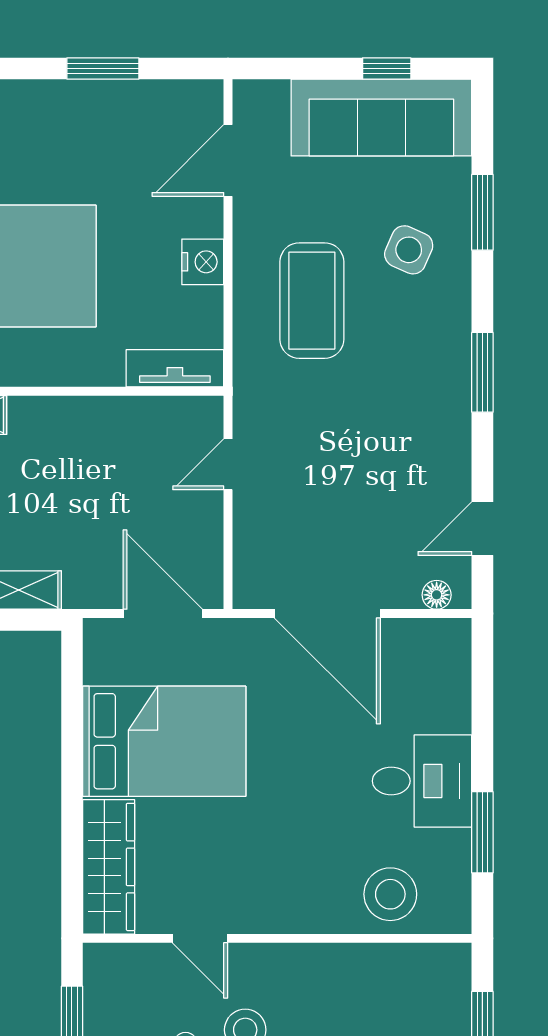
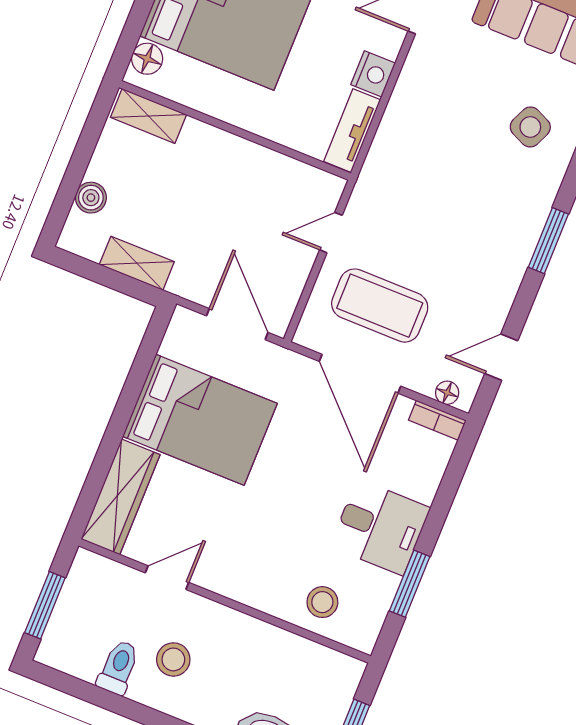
coffee table: (312, 301) -> (380, 306), moved, turned 90
tv unit: (175, 368) -> (352, 131), moved, turned -90
bookcase: (438, 631) -> (437, 420), added
stool: (390, 894) -> (322, 602), width x0.73, depth x0.73
door: (200, 938) -> (167, 578), swing flipped

